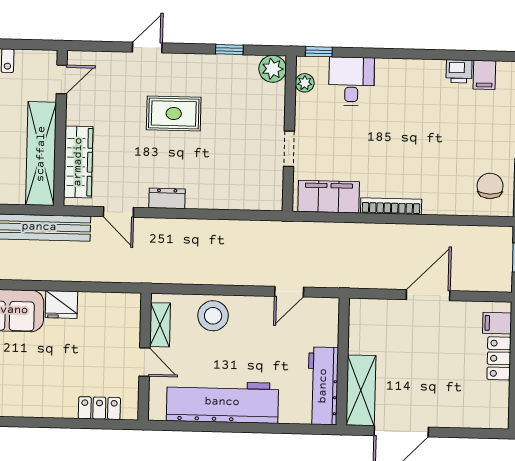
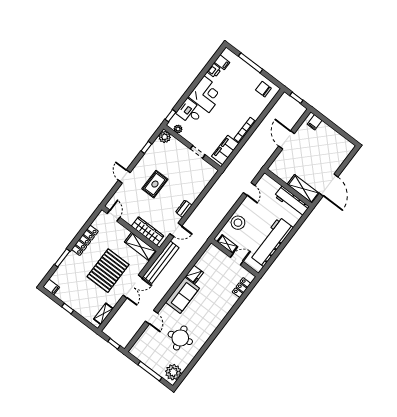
corner desk: (406, 89) -> (206, 94), added
shelving: (41, 154) -> (141, 247), width x0.68
locker: (499, 358) -> (328, 131), removed

